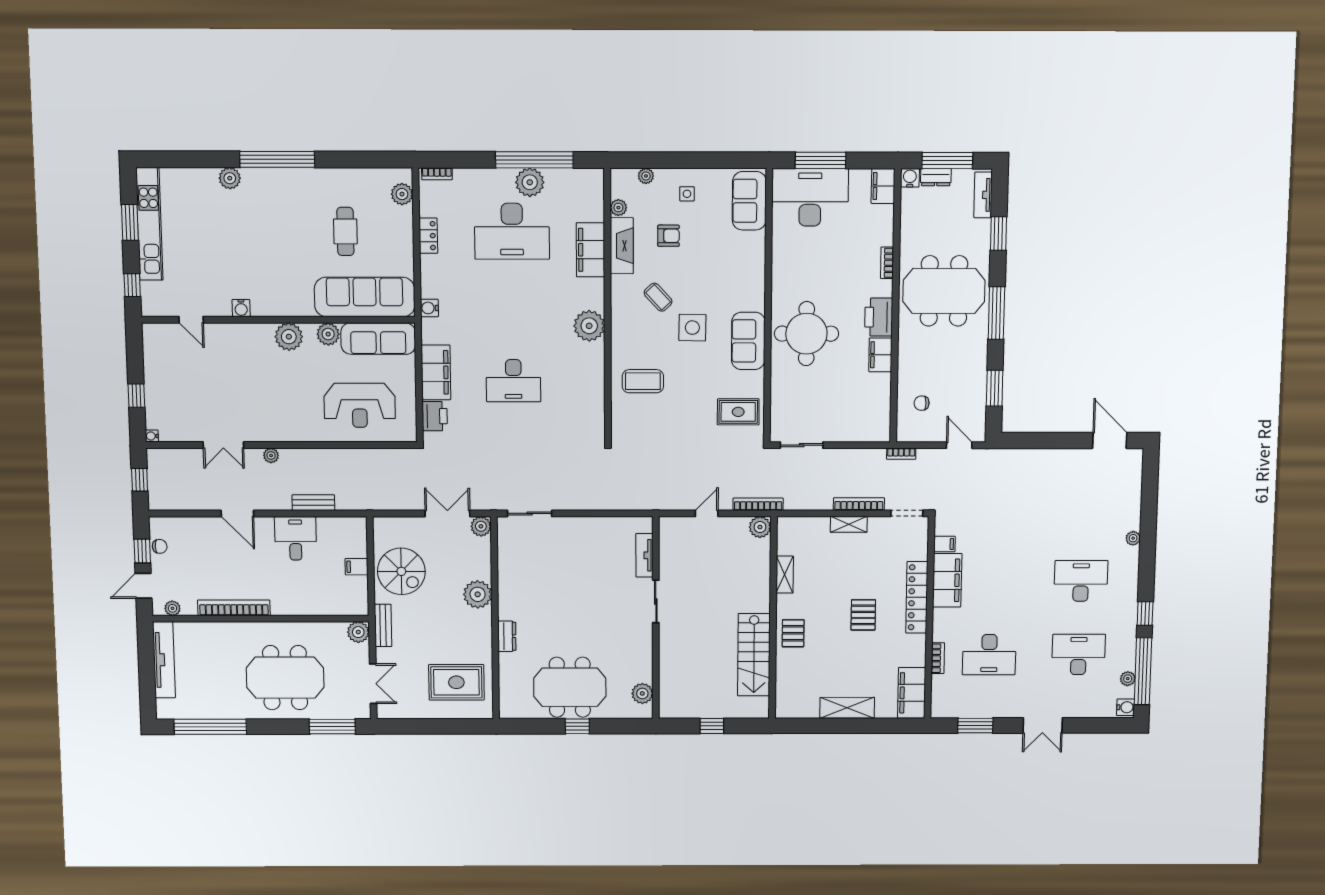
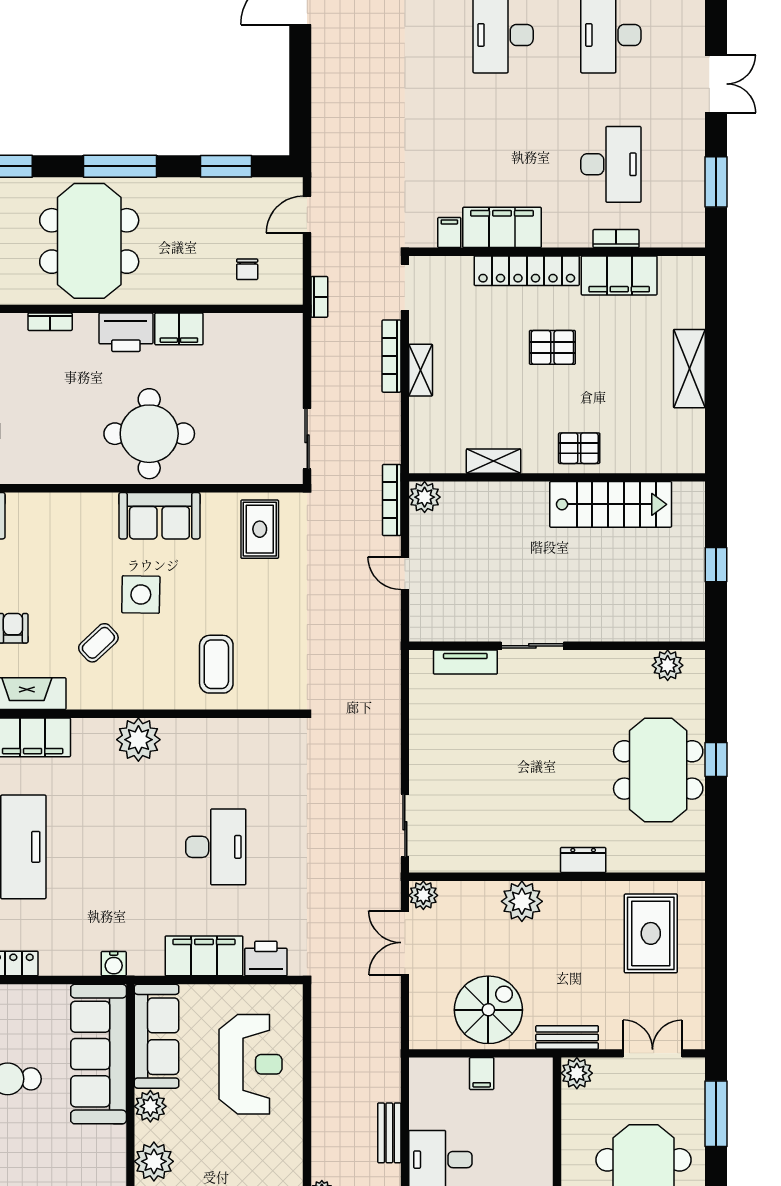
filing cabinet: (912, 693) -> (619, 275), moved

